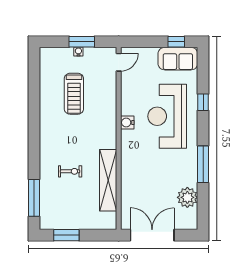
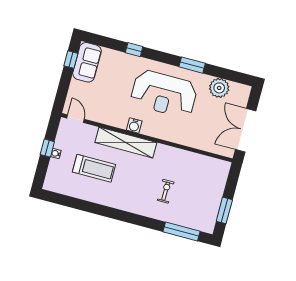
window: (82, 42) -> (47, 148), width x0.67
reception desk: (167, 116) -> (164, 94), moved
window: (203, 164) -> (192, 65), width x0.69
shelving: (108, 180) -> (126, 143), moved

